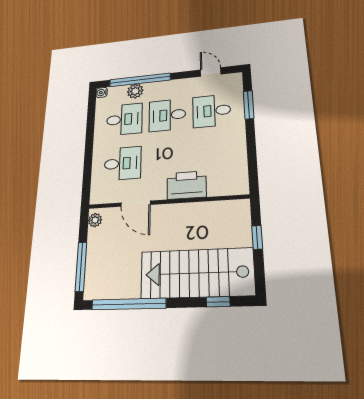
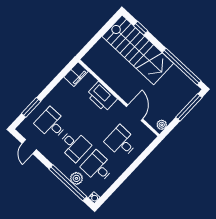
desk: (212, 111) -> (51, 124), turned 180
filing cabinet: (238, 180) -> (76, 74), added
window: (257, 237) -> (95, 39), removed

